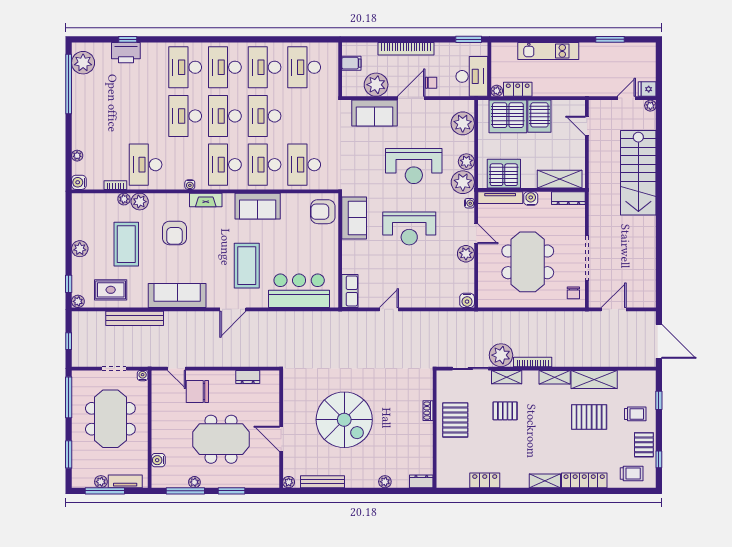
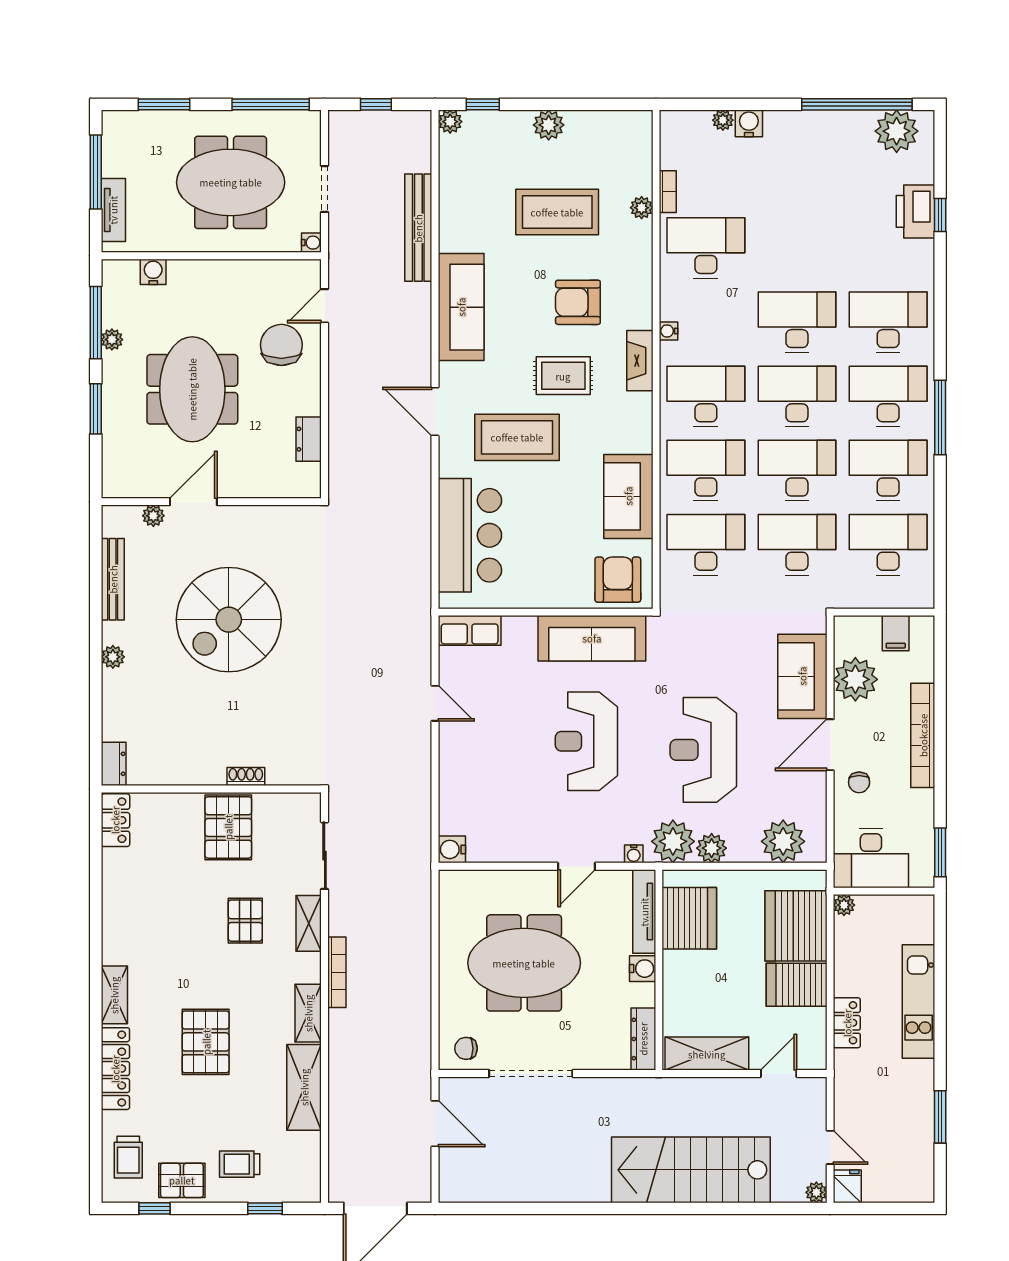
window: (236, 39) -> (940, 417), added
locker: (518, 89) -> (847, 1023), moved
door: (411, 98) -> (830, 745), swing flipped
desk: (304, 116) -> (797, 545), added
shelving: (560, 179) -> (707, 1054), moved, turned 90
water cooler: (79, 182) -> (749, 123), moved
plant: (140, 202) -> (637, 237), removed
sofa: (258, 206) -> (628, 496), moved
sofa: (354, 218) -> (592, 638), width x1.36
plant: (466, 254) -> (539, 847), removed
rug: (111, 290) -> (563, 376), moved, turned 90
plant: (501, 355) -> (349, 913), removed
trolley: (635, 414) -> (240, 1164), turned 90
pallet: (589, 417) -> (206, 1042), moved
pallet: (455, 420) -> (228, 827), turned 90
locker: (485, 480) -> (115, 820), moved
plant: (101, 482) -> (113, 165), removed
plant: (289, 482) -> (153, 516), moved
plant: (385, 482) -> (113, 657), moved

